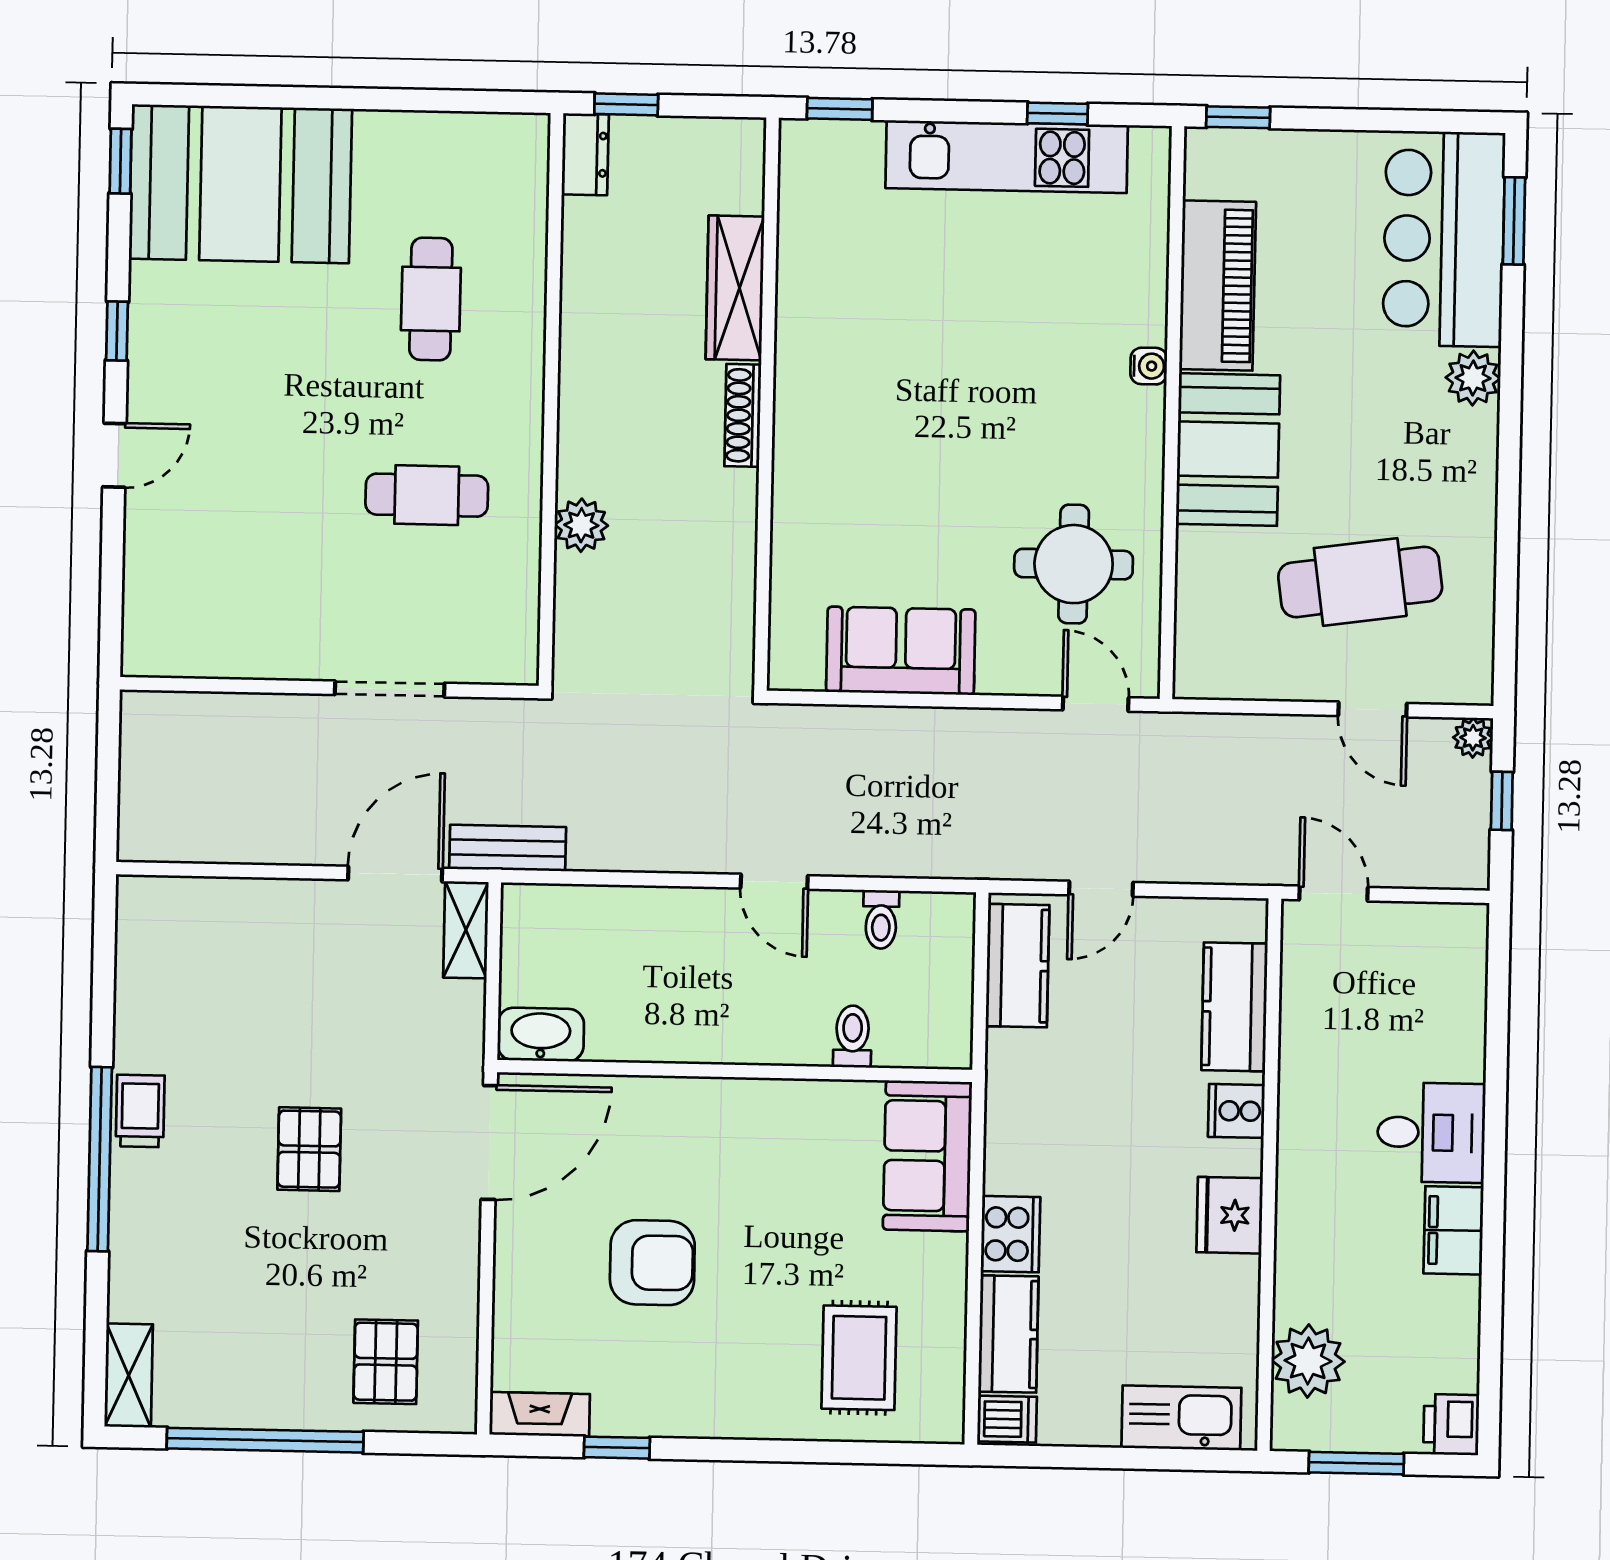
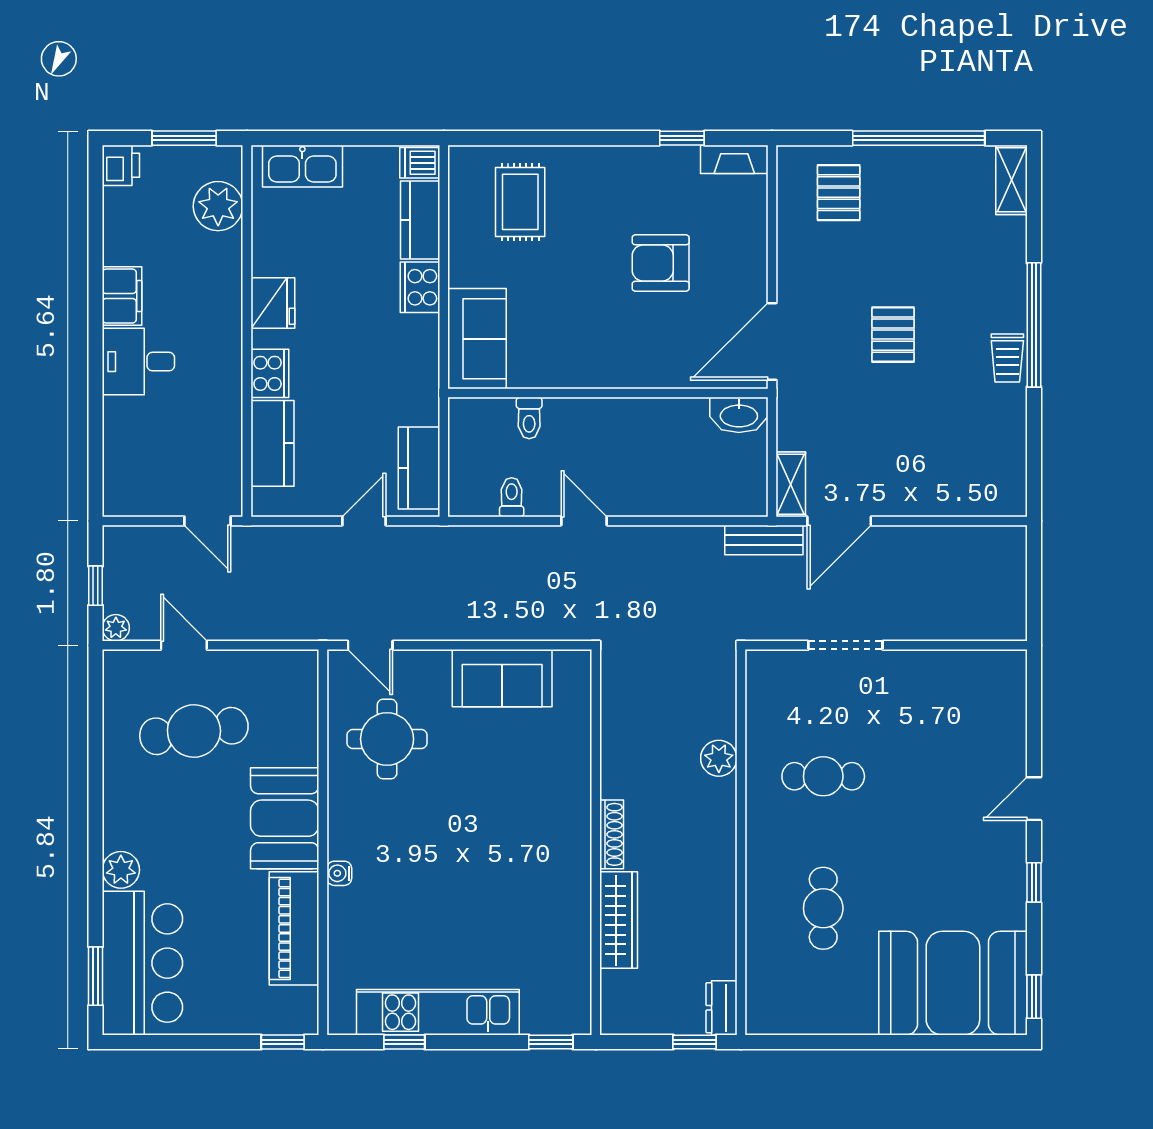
cooker: (1236, 1111) -> (270, 373), width x1.36

